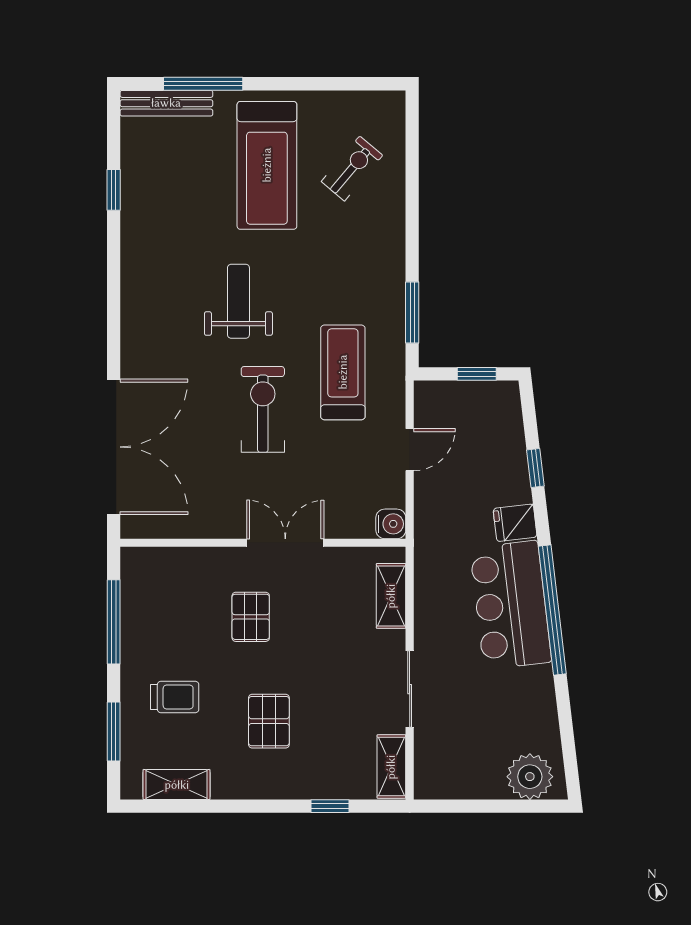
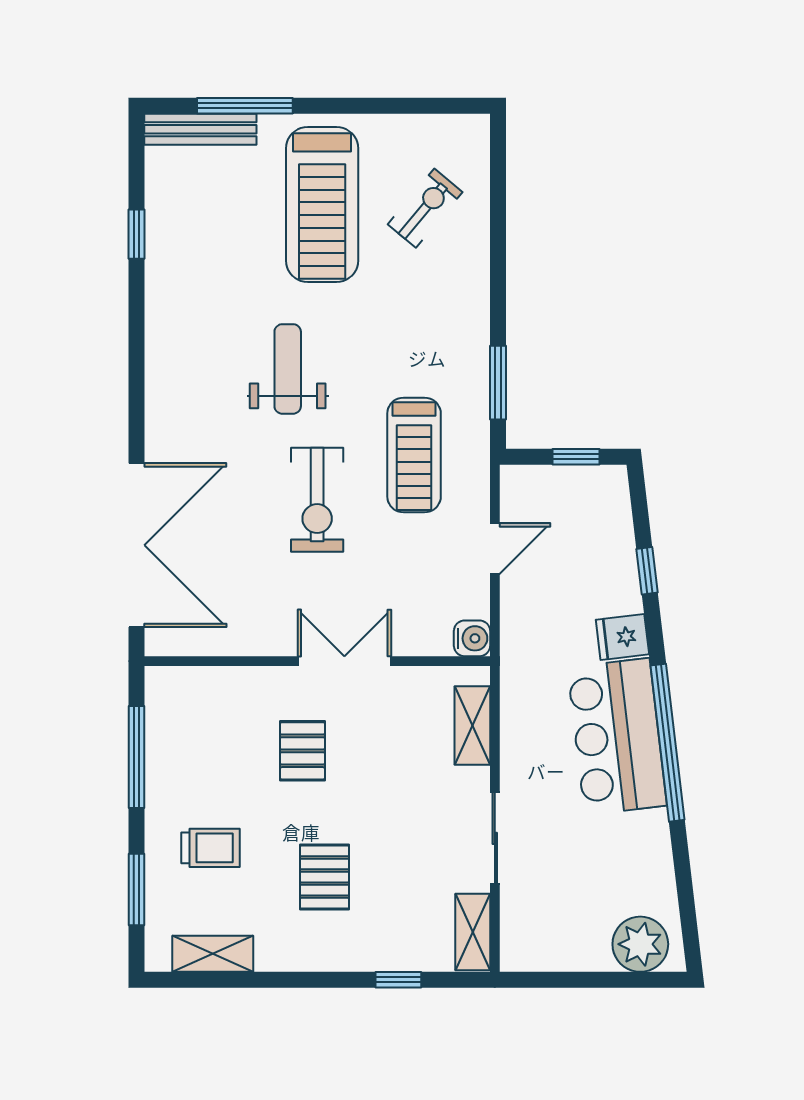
treadmill: (343, 372) -> (414, 455), turned 180
exercise bike: (263, 409) -> (317, 500), turned 180

